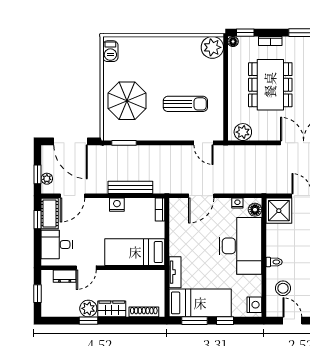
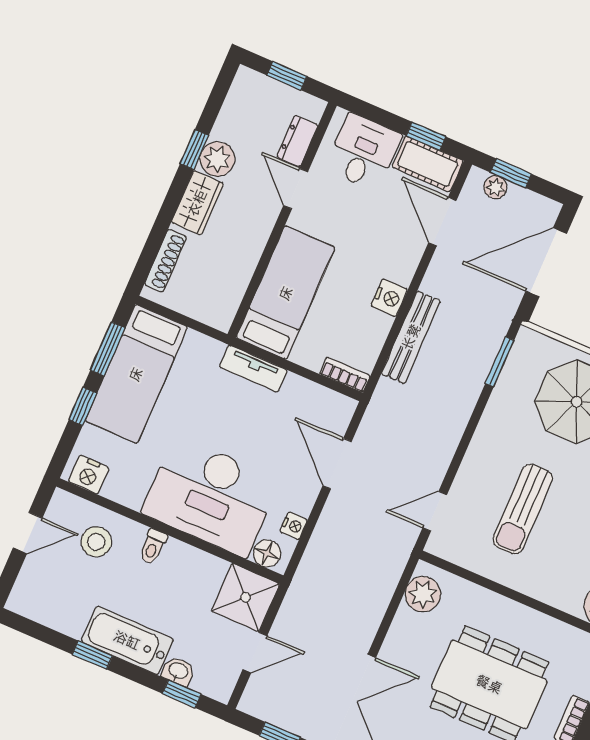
tv unit: (175, 272) -> (253, 369), moved

